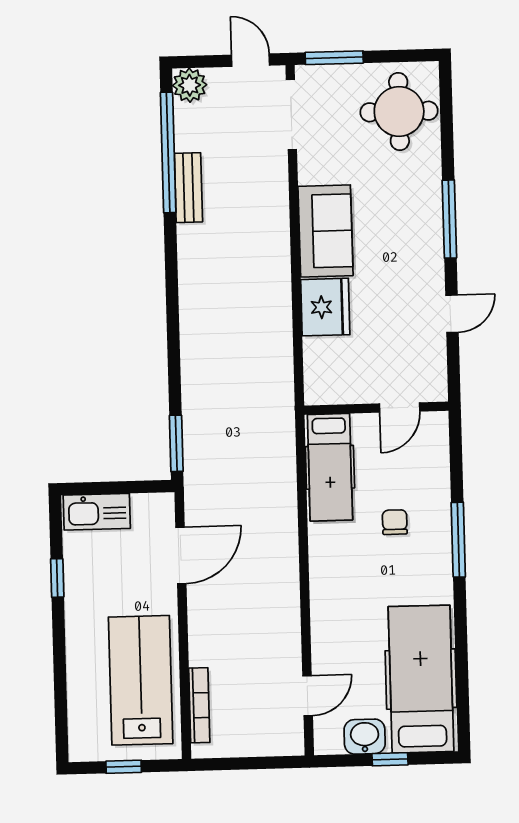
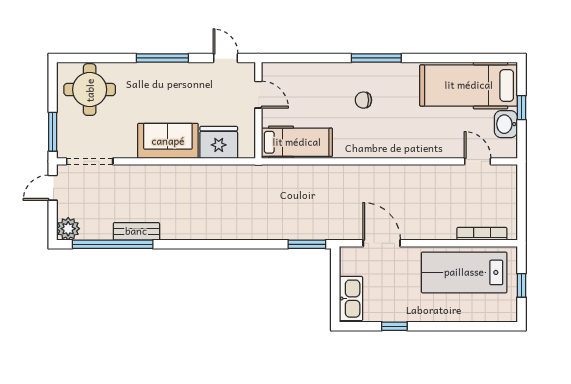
door: (400, 407) -> (258, 95), moved
wall: (376, 408) -> (258, 110), moved
hospital bed: (330, 467) -> (297, 142), moved

